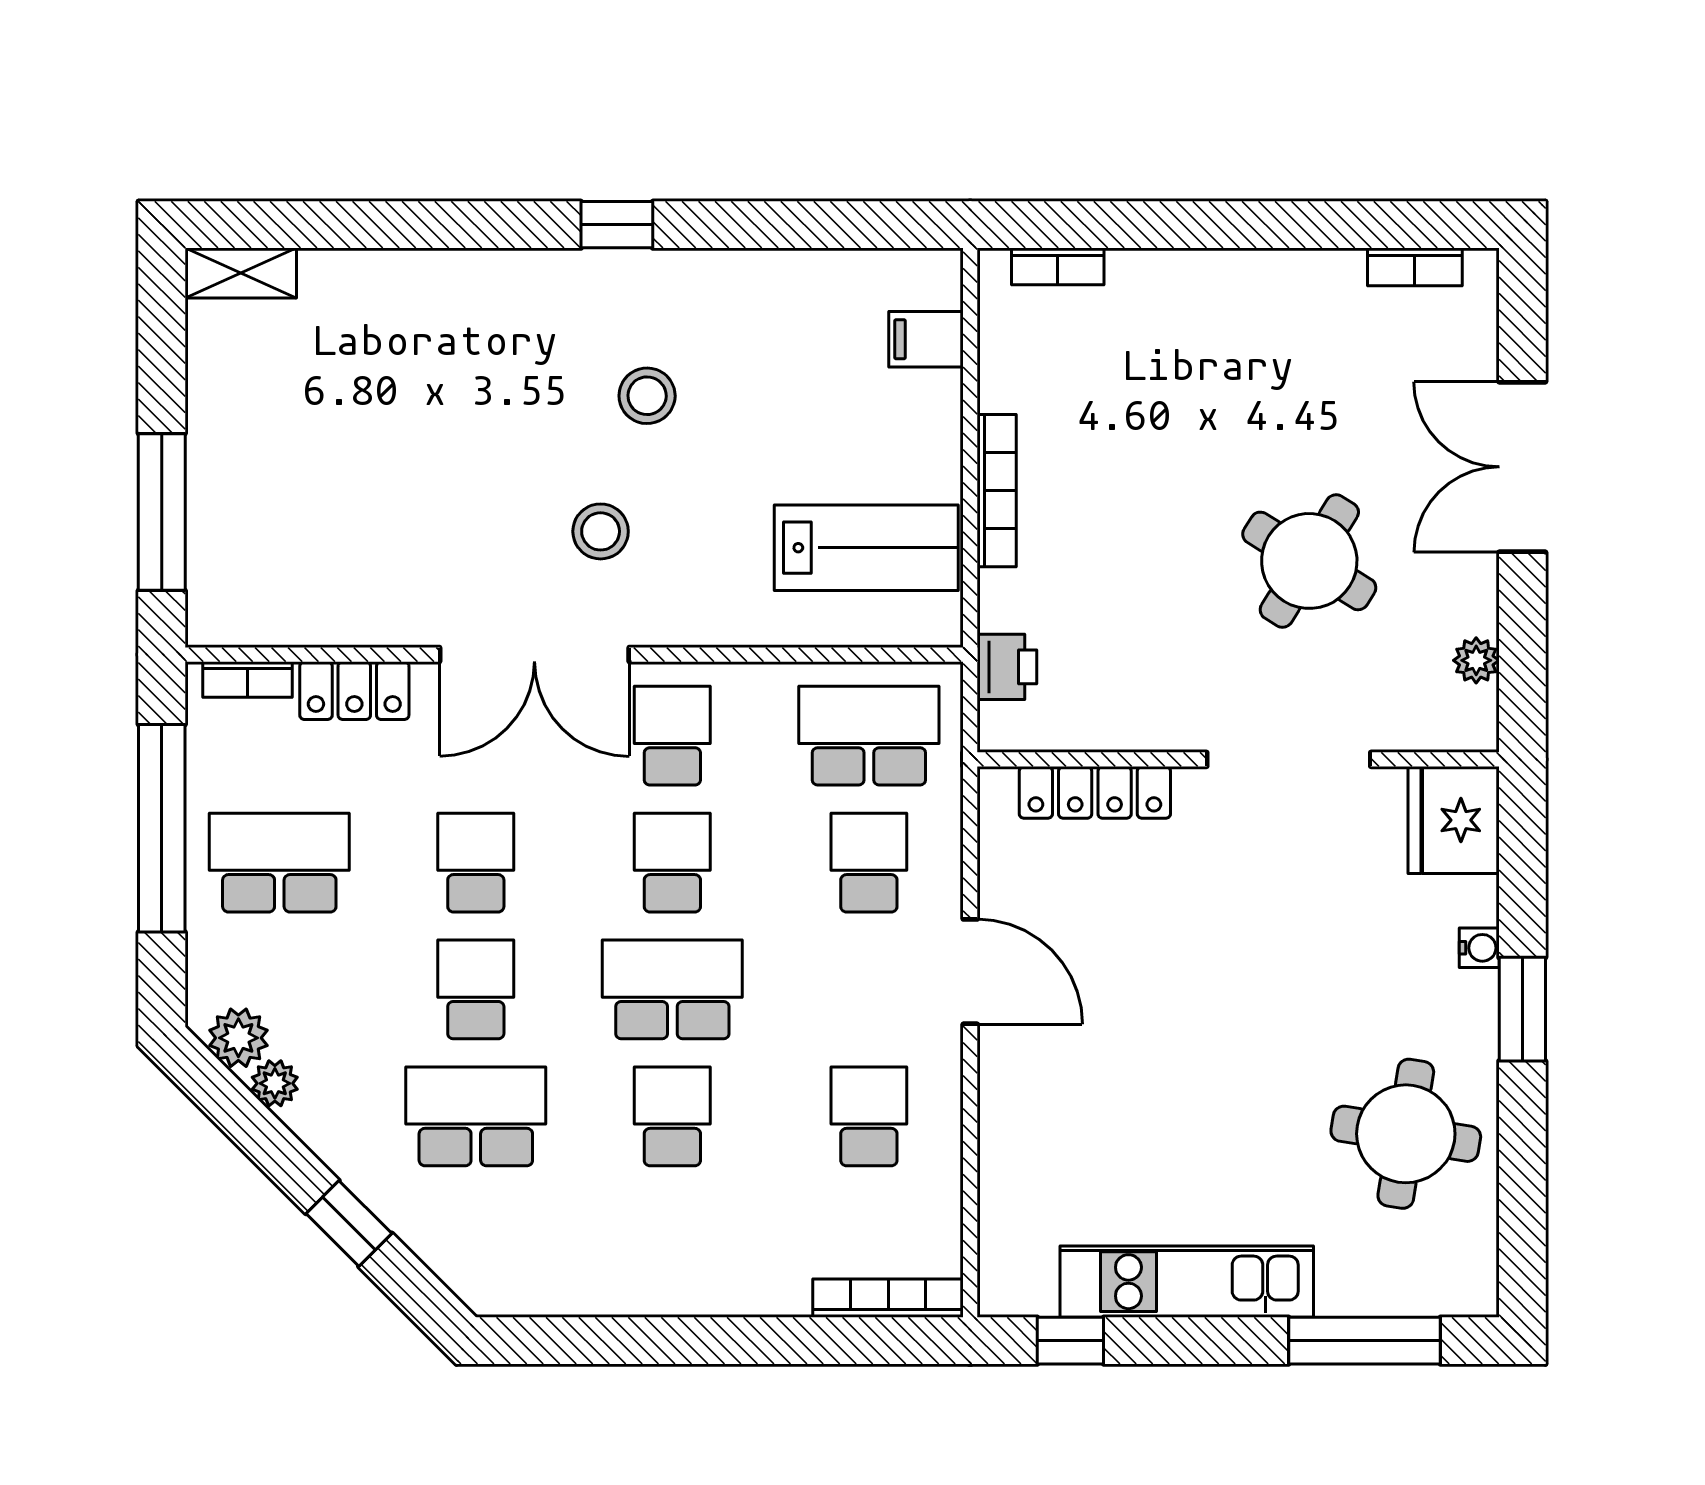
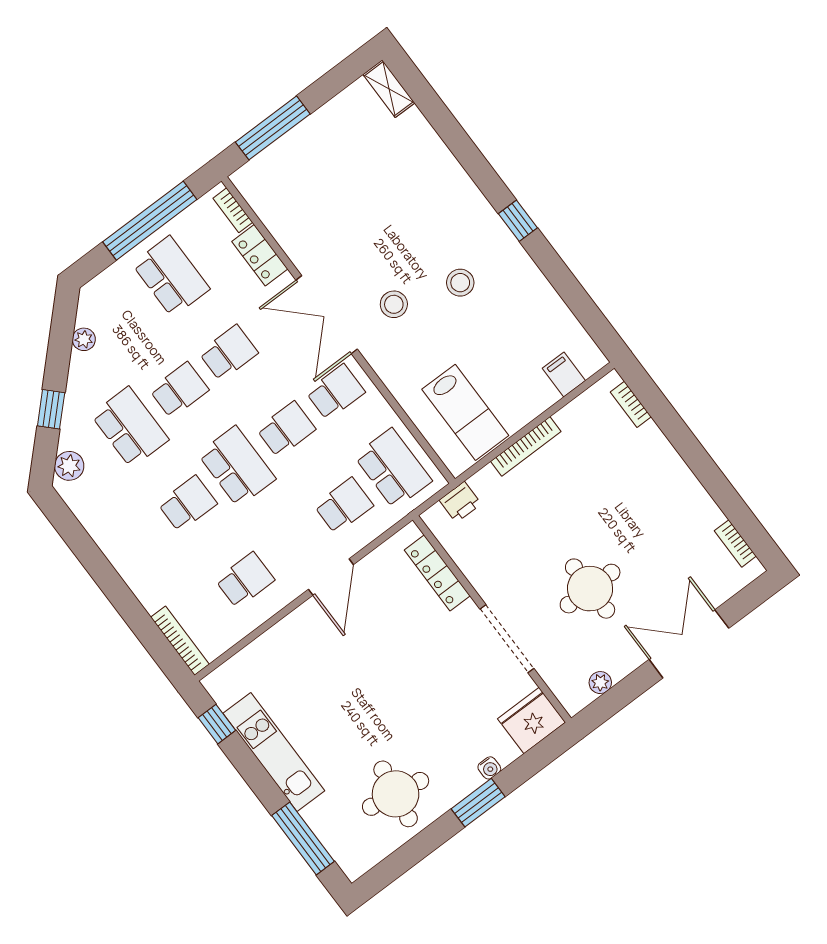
round table: (1309, 561) -> (590, 589), turned -32
plant: (238, 1038) -> (69, 466), moved

